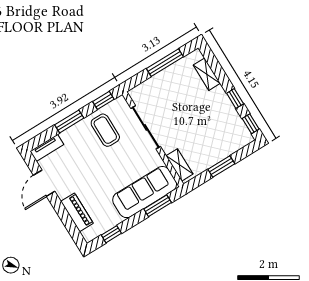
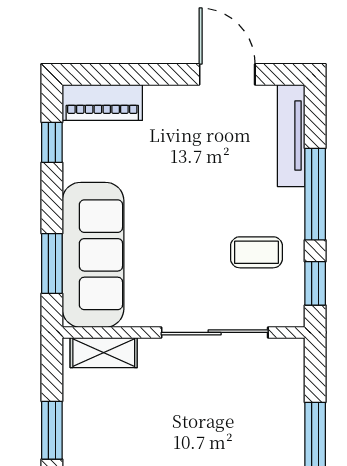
window: (69, 121) -> (315, 194), width x1.44
coffee table: (105, 130) -> (256, 252), width x0.73, depth x0.77
tv unit: (47, 148) -> (291, 136), width x1.41
piano: (77, 212) -> (102, 103), moved

